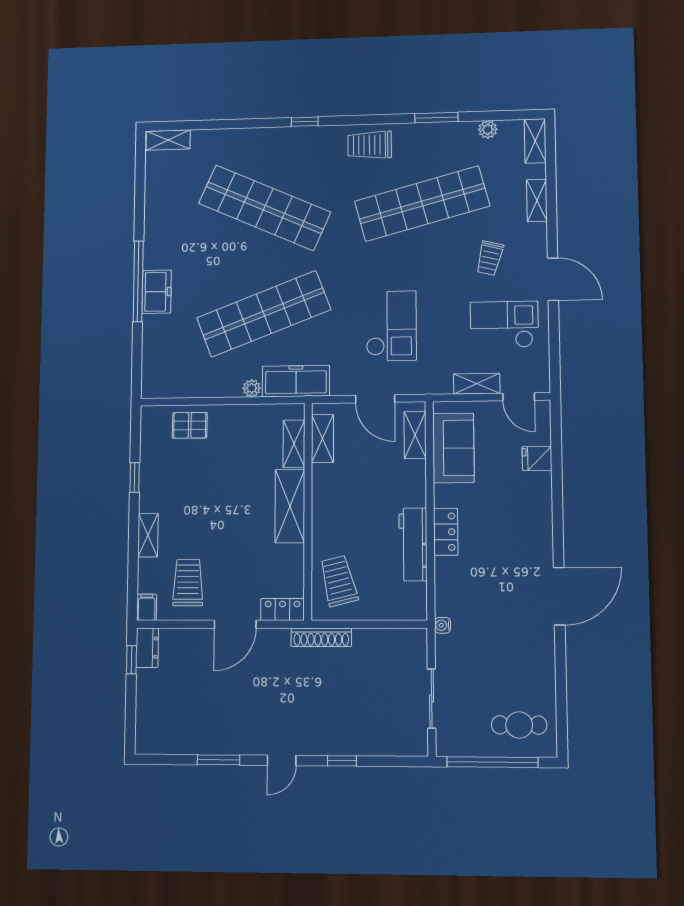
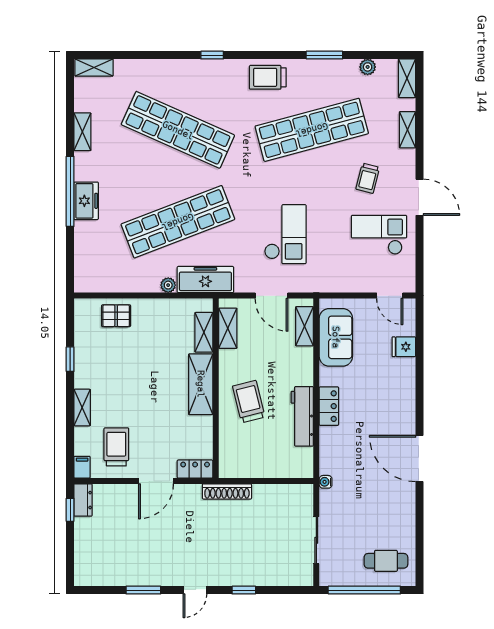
shelving: (477, 384) -> (82, 132), moved, turned 90
trolley: (339, 581) -> (249, 402), moved
door: (559, 596) -> (420, 459), swing flipped

